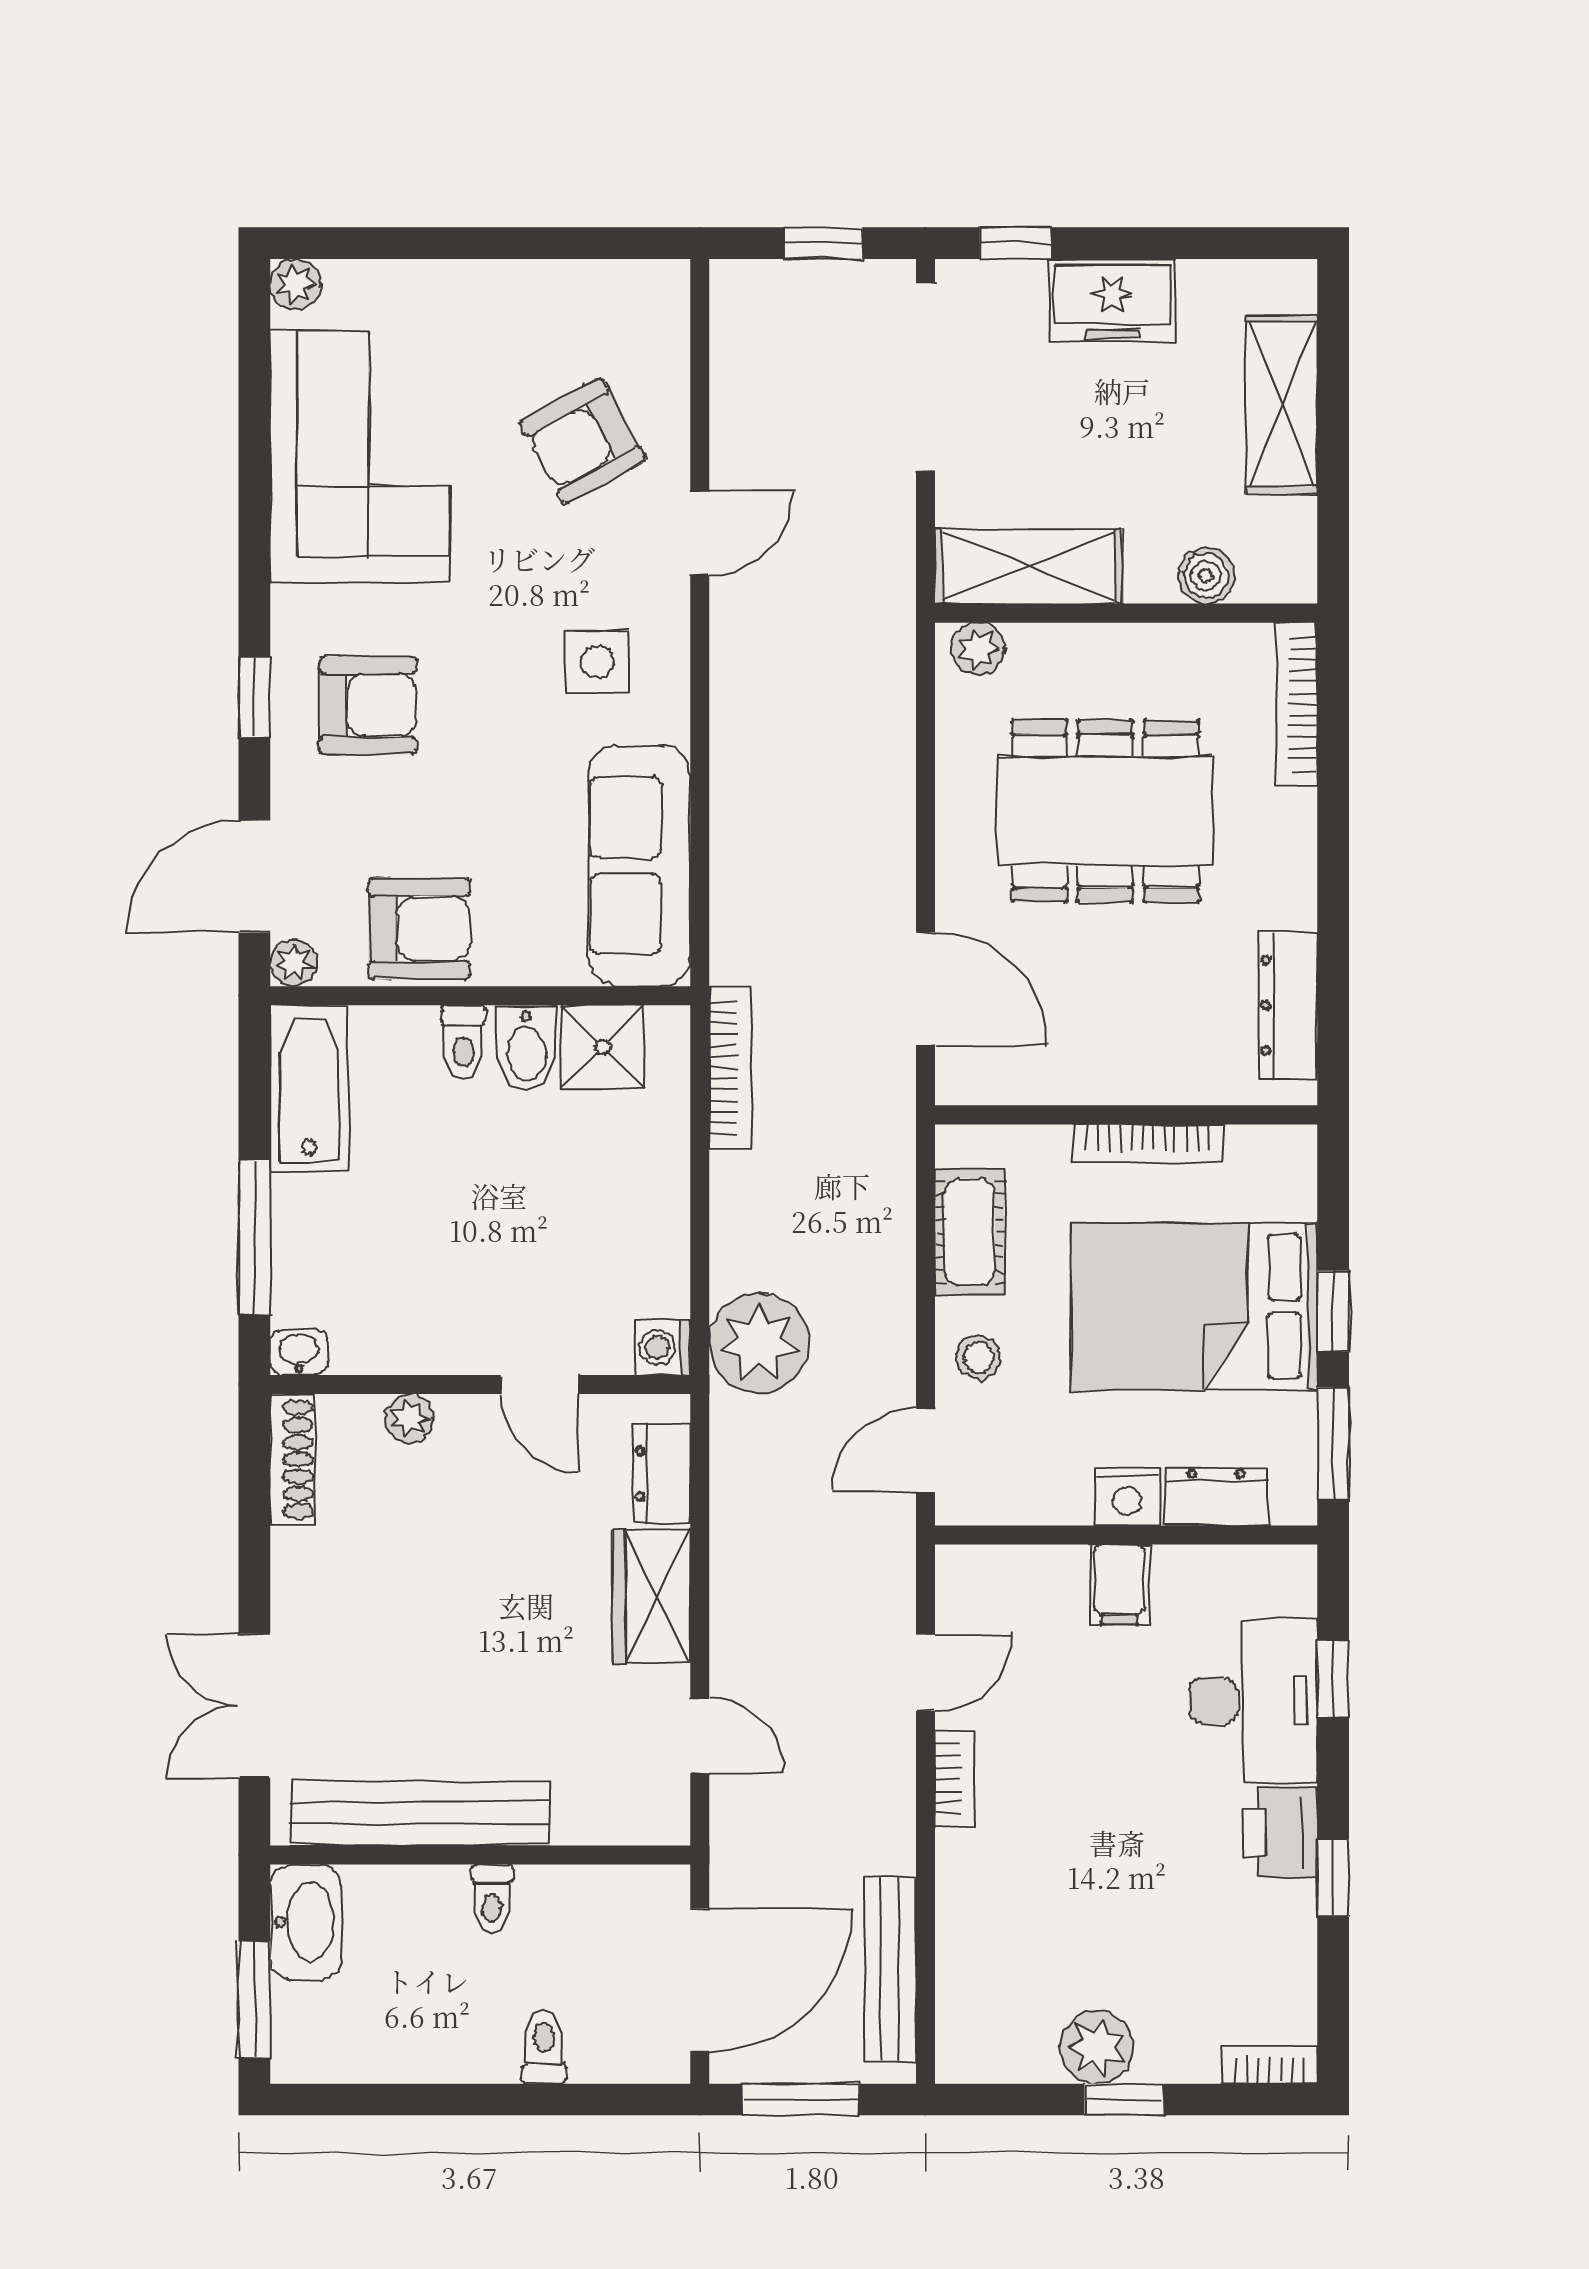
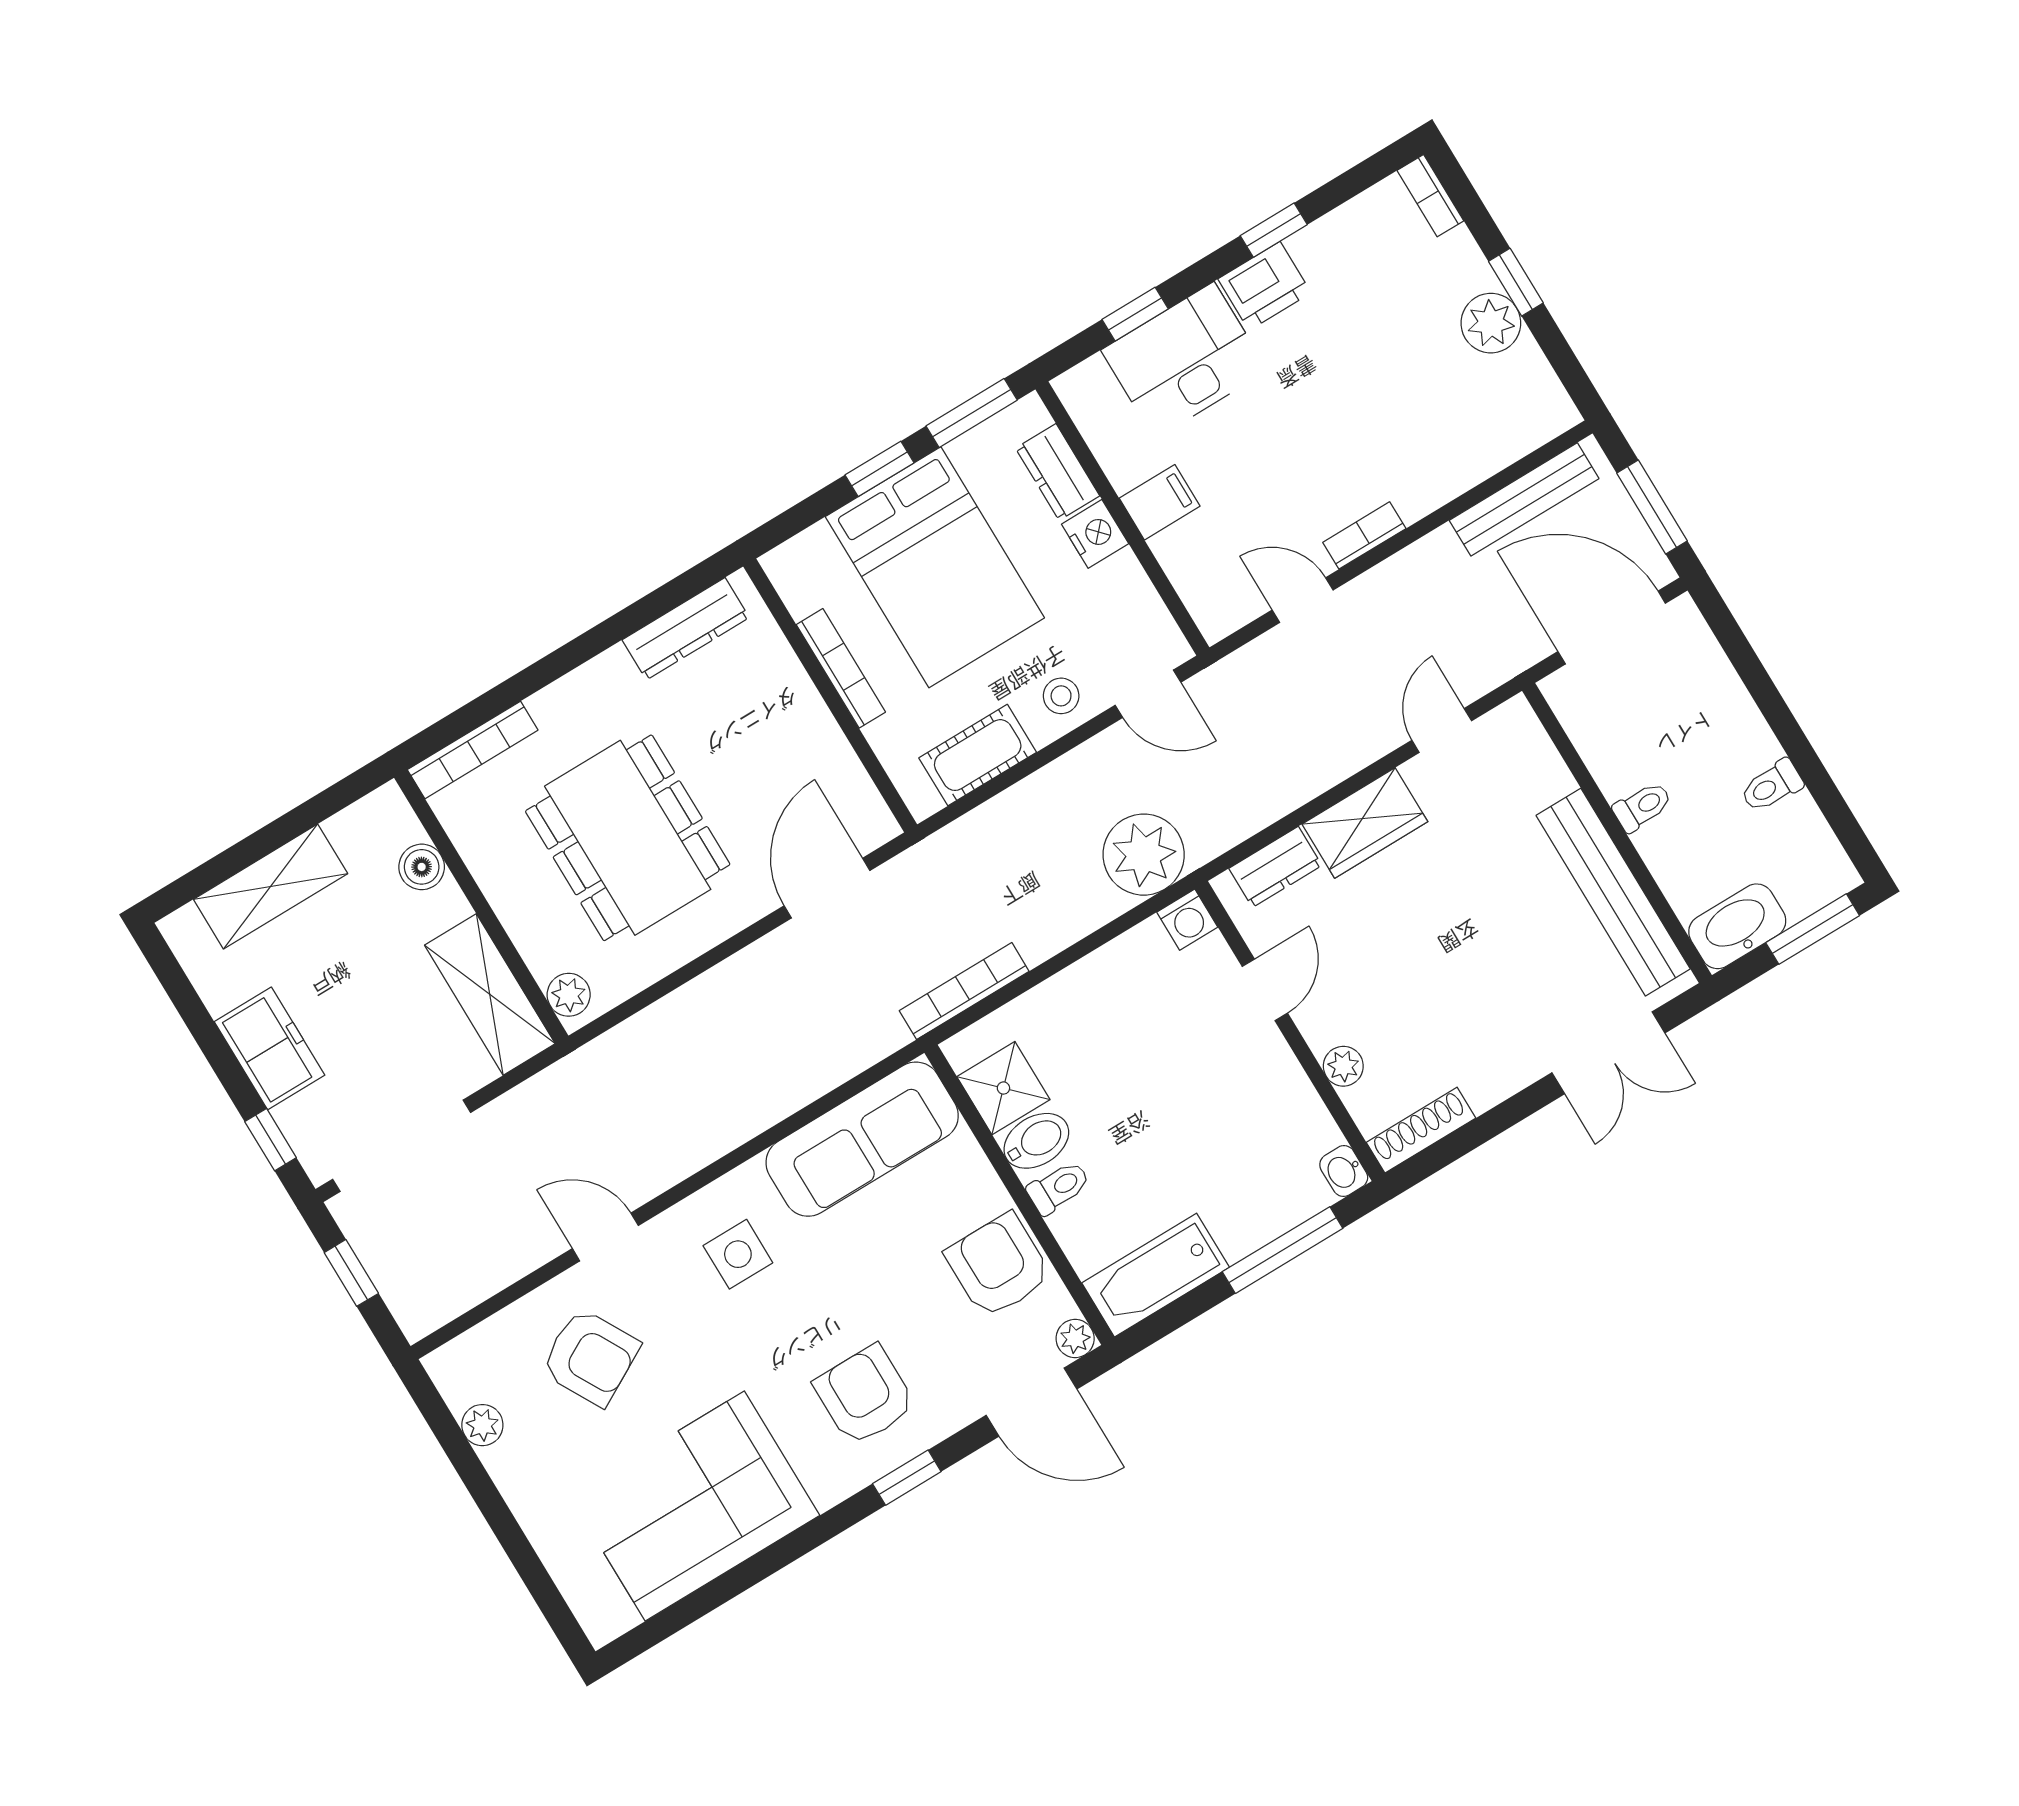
plant: (295, 284) -> (482, 1425), moved
toilet: (544, 2048) -> (1772, 786), moved

